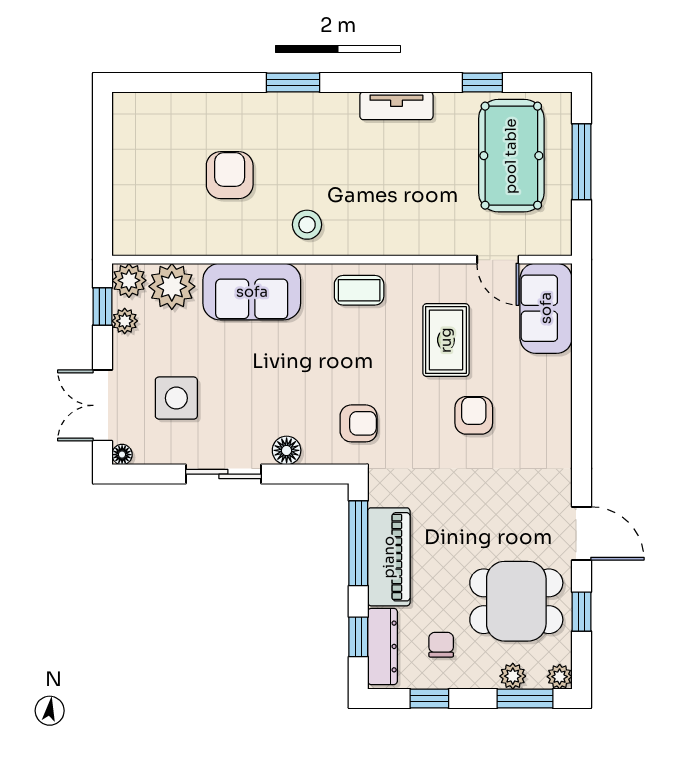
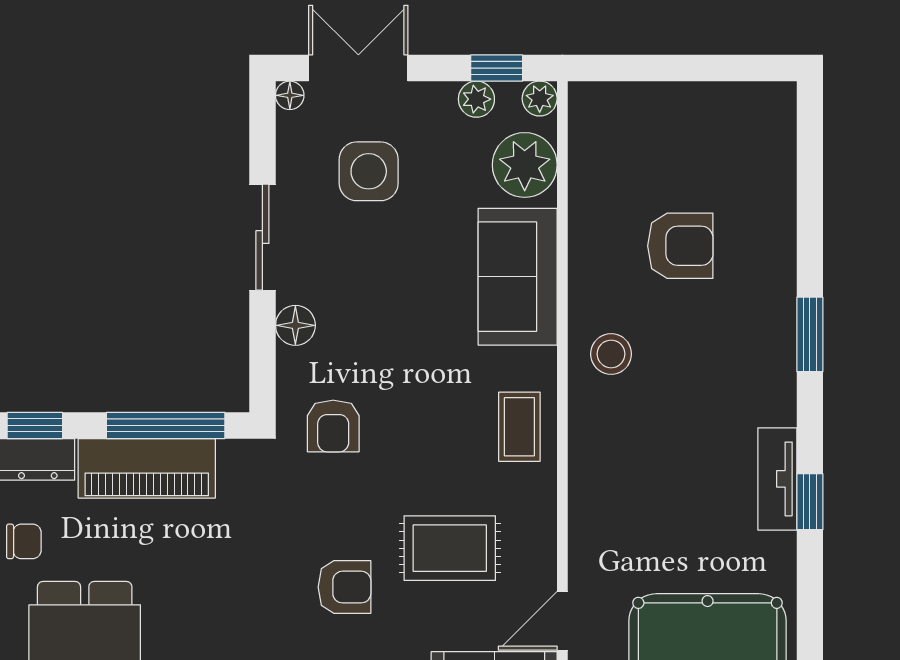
window: (482, 82) -> (810, 502), moved
plant: (129, 280) -> (540, 99), width x0.73, depth x0.73

